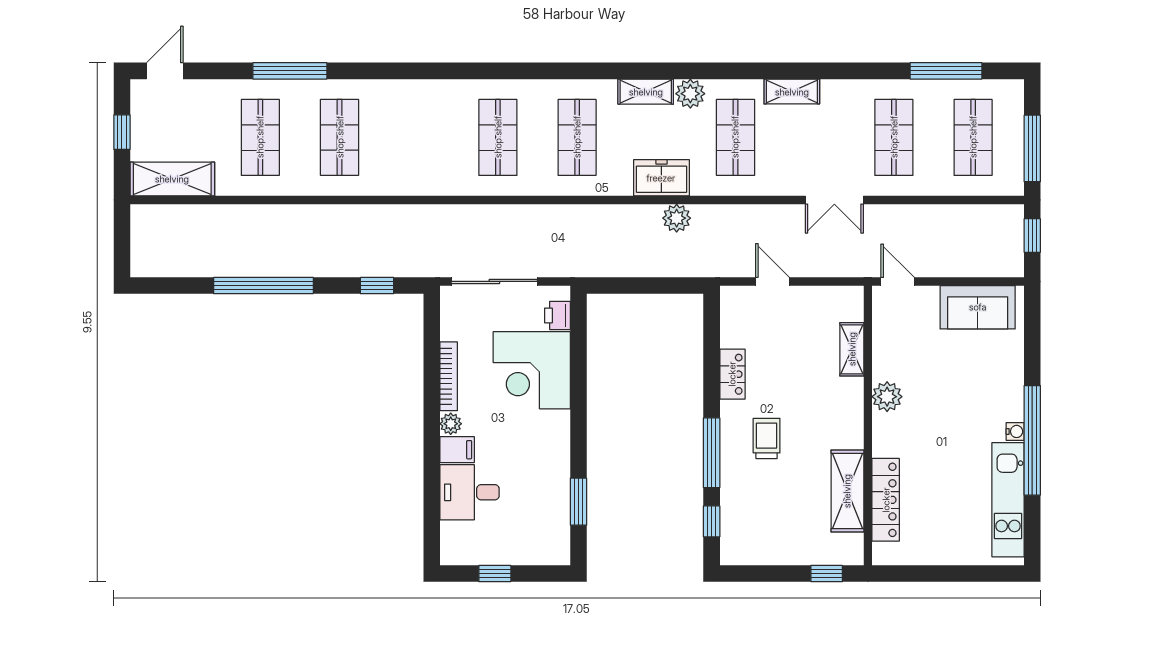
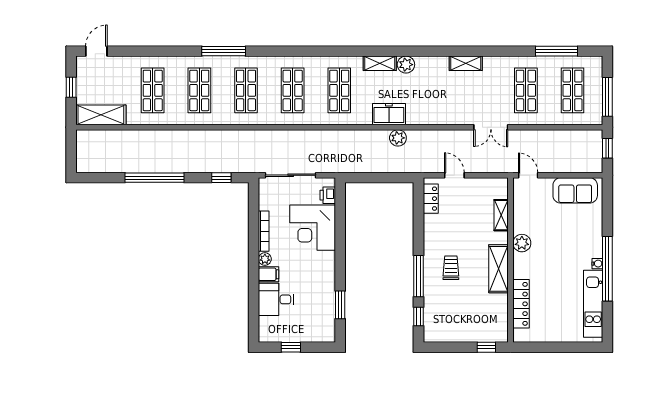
window: (290, 71) -> (224, 51), moved
shop shelf: (735, 137) -> (246, 90), moved
locker: (732, 374) -> (431, 199), moved
shelving: (847, 491) -> (498, 269), moved

